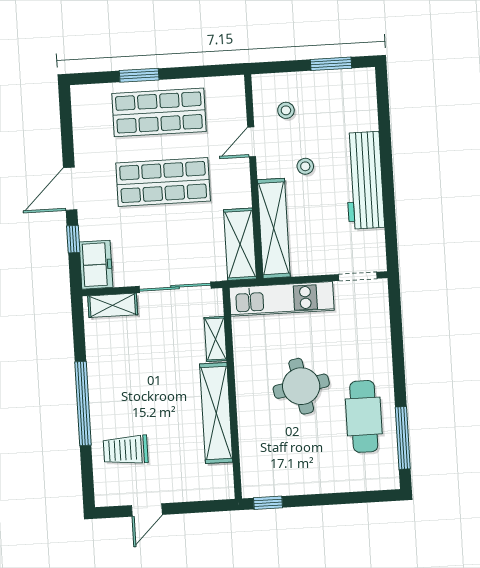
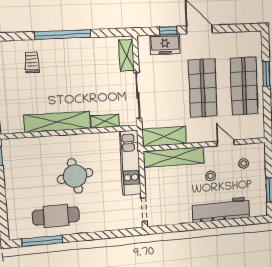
workbench: (364, 180) -> (221, 210), moved
freezer: (96, 265) -> (165, 44), moved
trolley: (126, 450) -> (32, 62), width x0.73, depth x0.72

